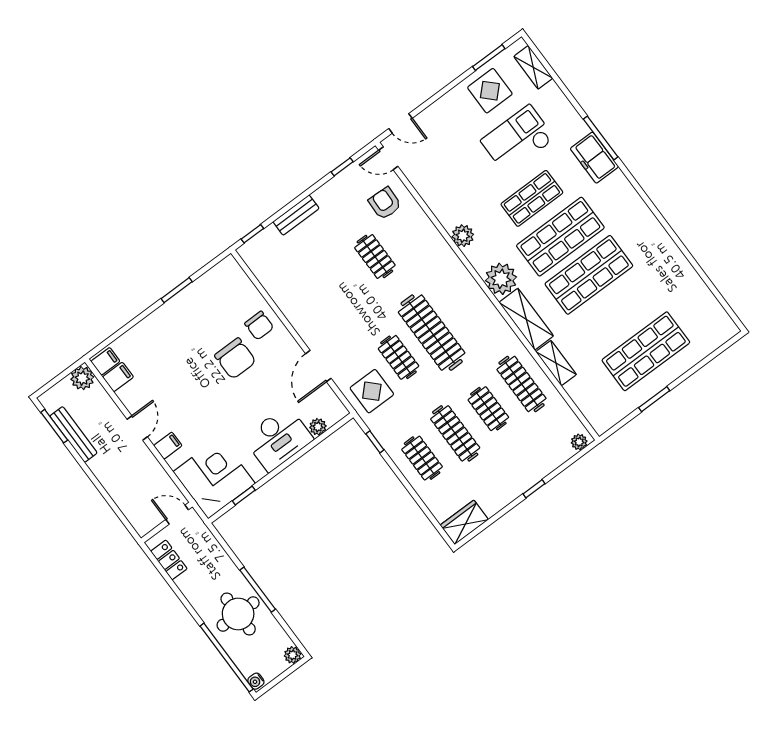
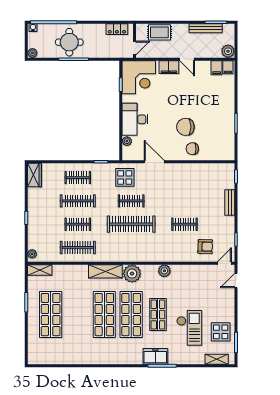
shelving: (556, 363) -> (40, 270), moved
filing cabinet: (168, 446) -> (169, 67), width x2.00
rug: (128, 496) -> (159, 32), added

